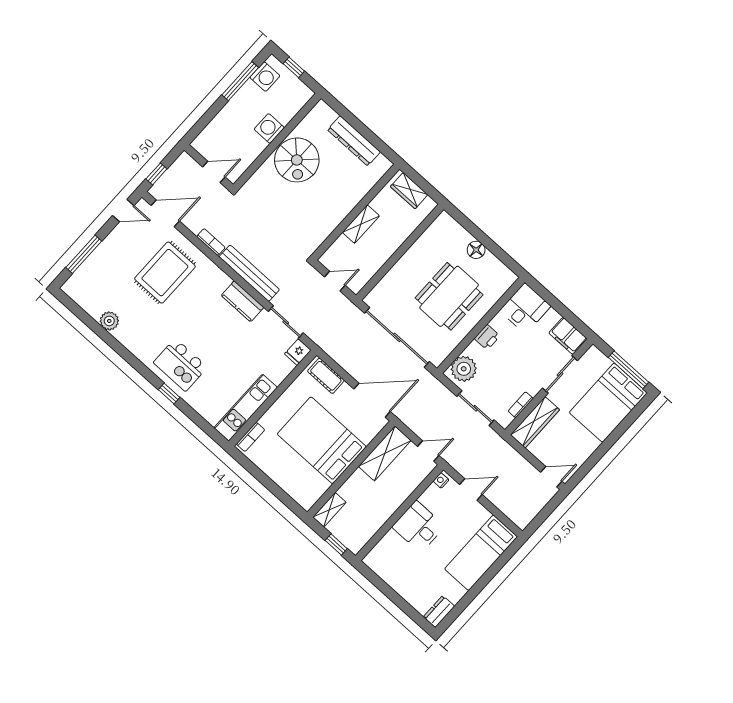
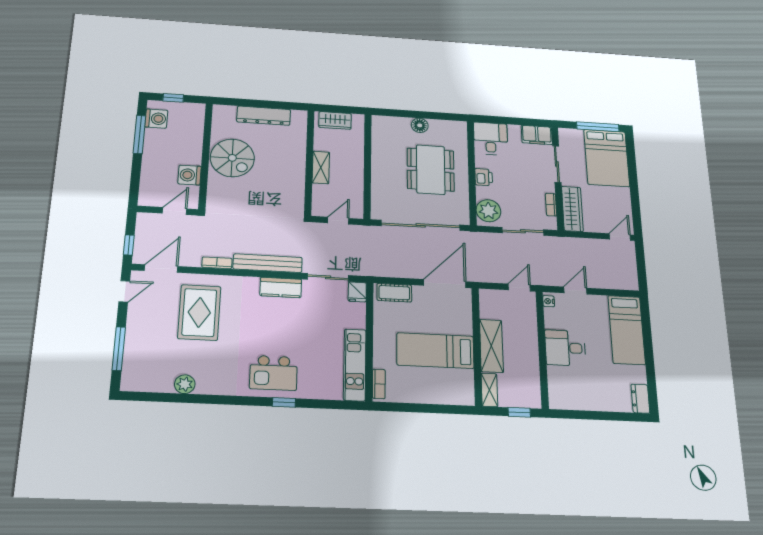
washing machine: (269, 128) -> (190, 175), moved
bed: (322, 440) -> (435, 351), width x0.67
shelving: (385, 453) -> (491, 346), moved

